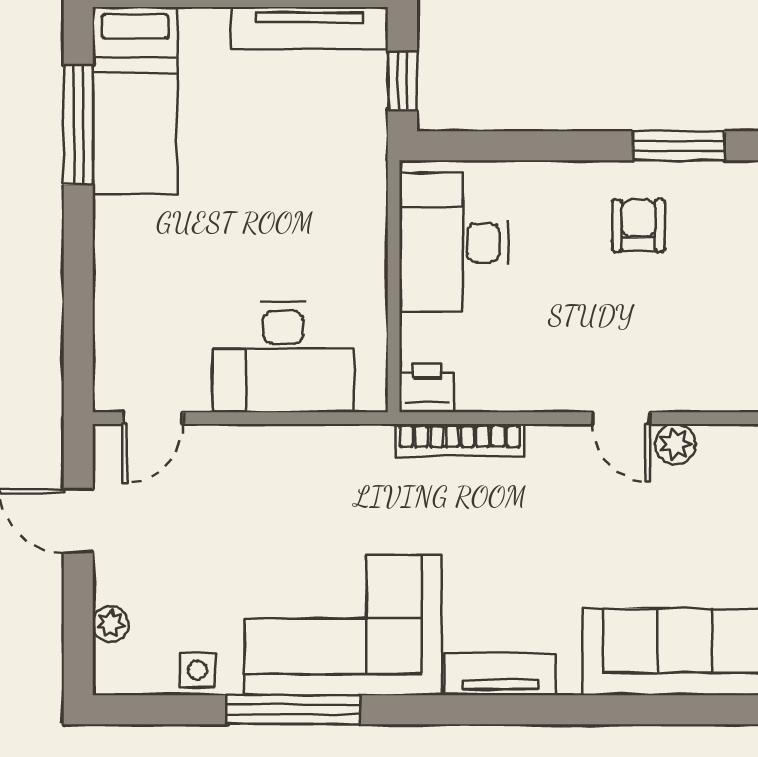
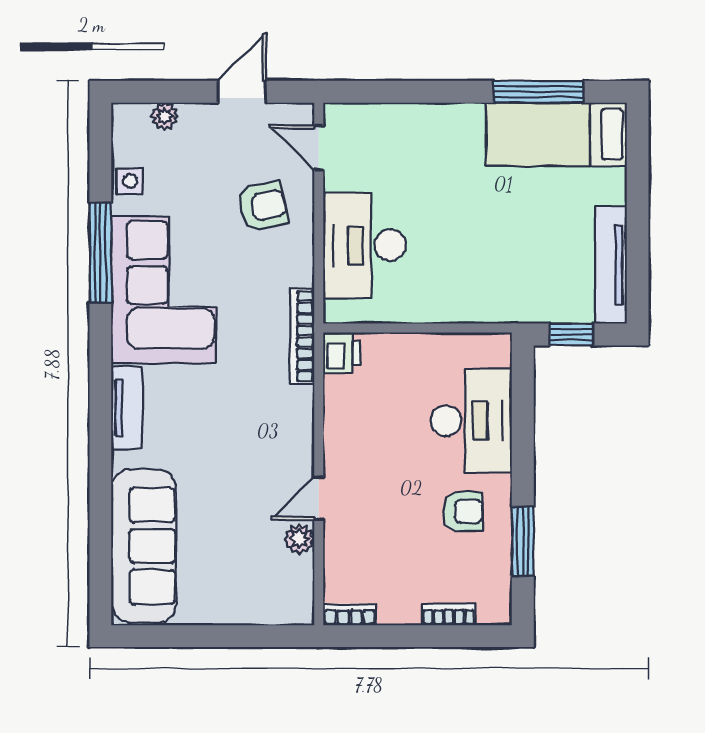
desk: (454, 242) -> (471, 421), moved, turned 90
bookcase: (460, 440) -> (302, 336), moved
armchair: (231, 493) -> (263, 206), added

